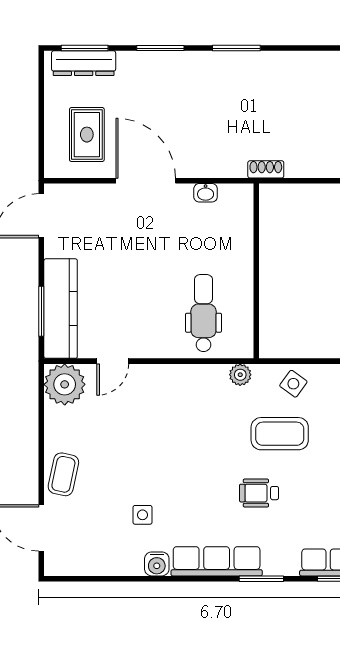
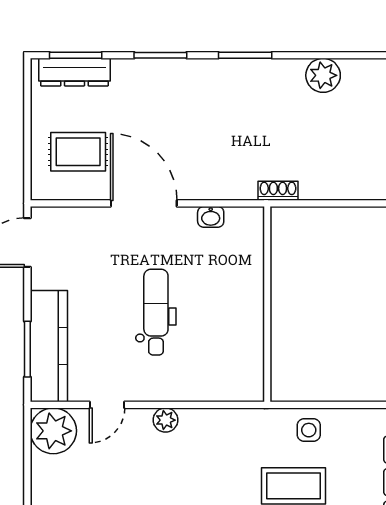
plant: (306, 66) -> (323, 75), added
rug: (87, 135) -> (78, 152), turned 90
dental chair: (203, 313) -> (156, 312), moved
plant: (240, 375) -> (166, 420), moved
side table: (293, 384) -> (309, 430), turned -36

